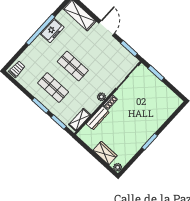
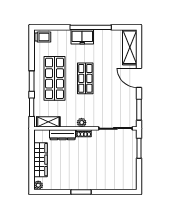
door: (107, 28) -> (139, 78), swing flipped
freezer: (52, 31) -> (82, 37), moved
shop shelf: (53, 88) -> (54, 78), width x1.43, depth x1.36
wardrobe: (105, 153) -> (40, 160), width x1.50

